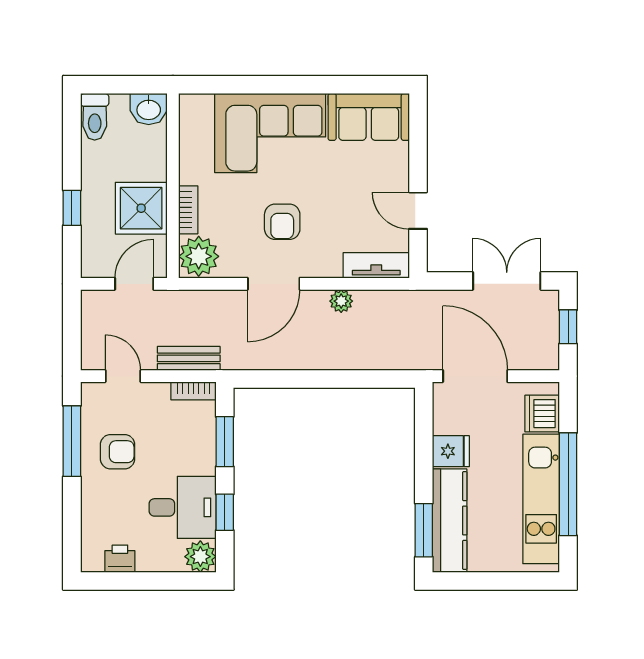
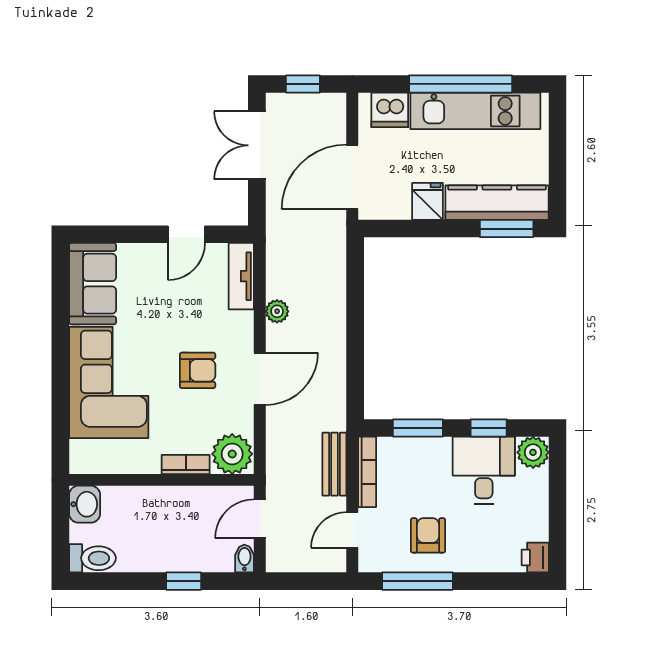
shower: (141, 208) -> (184, 512), removed
bidet: (94, 269) -> (244, 558), added
door: (134, 284) -> (260, 519), hinge flipped
door: (274, 284) -> (260, 379), hinge flipped
bookcase: (194, 391) -> (367, 472), width x1.56
printer: (120, 559) -> (535, 557), moved

